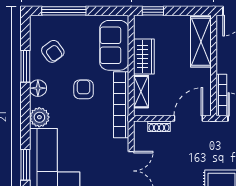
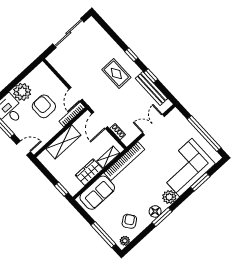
plant: (37, 28) -> (125, 241), added
shelving: (201, 42) -> (63, 142), moved
window: (25, 66) -> (162, 217), moved
armchair: (84, 89) -> (134, 188), removed
door: (188, 118) -> (100, 120), hinge flipped

